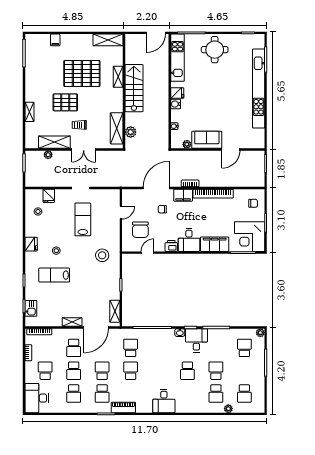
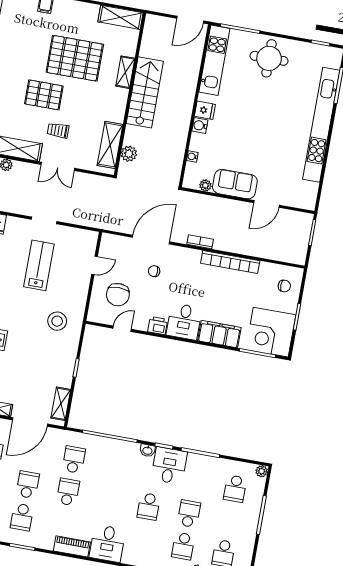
filing cabinet: (183, 195) -> (187, 257), removed
school desk: (244, 348) -> (235, 489), turned 180
piano: (123, 407) -> (72, 546), moved

